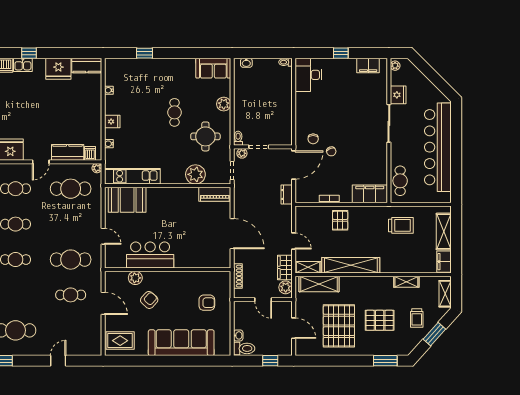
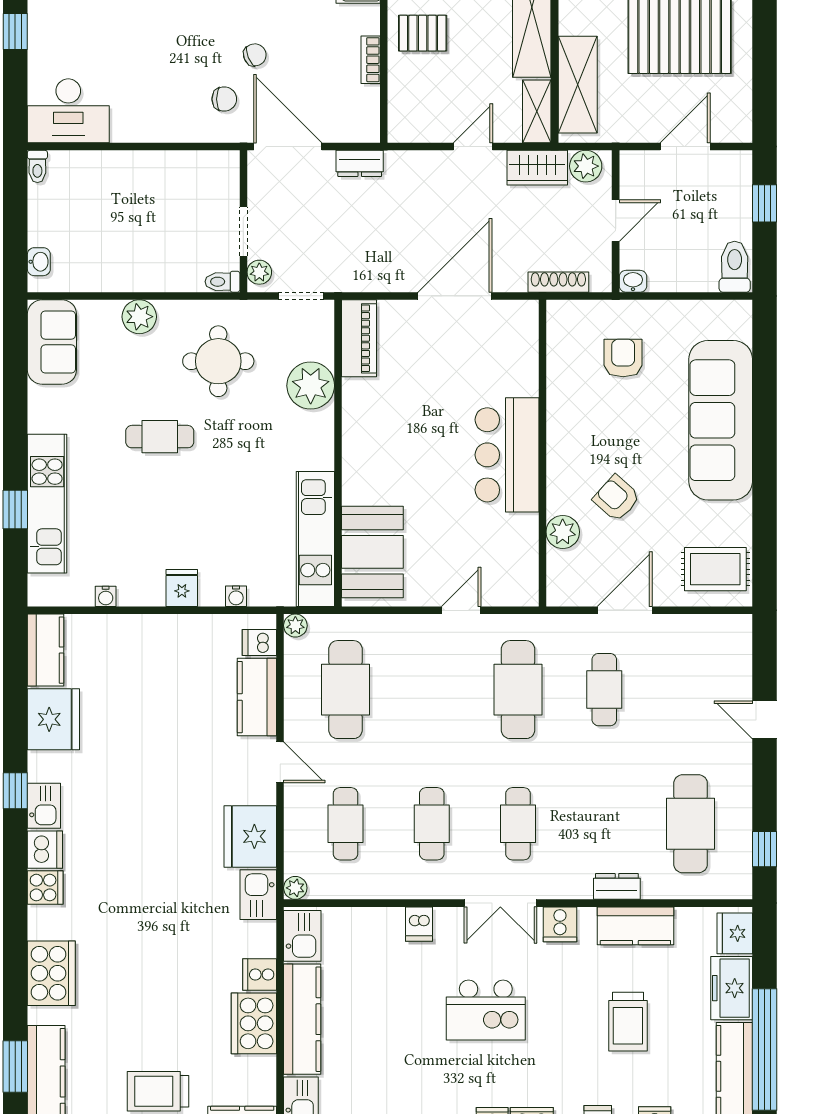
kitchen unit: (147, 66) -> (47, 504), added
bar counter: (150, 255) -> (507, 455), moved
washbasin: (238, 335) -> (633, 281), moved
rug: (120, 341) -> (715, 569), turned 90

